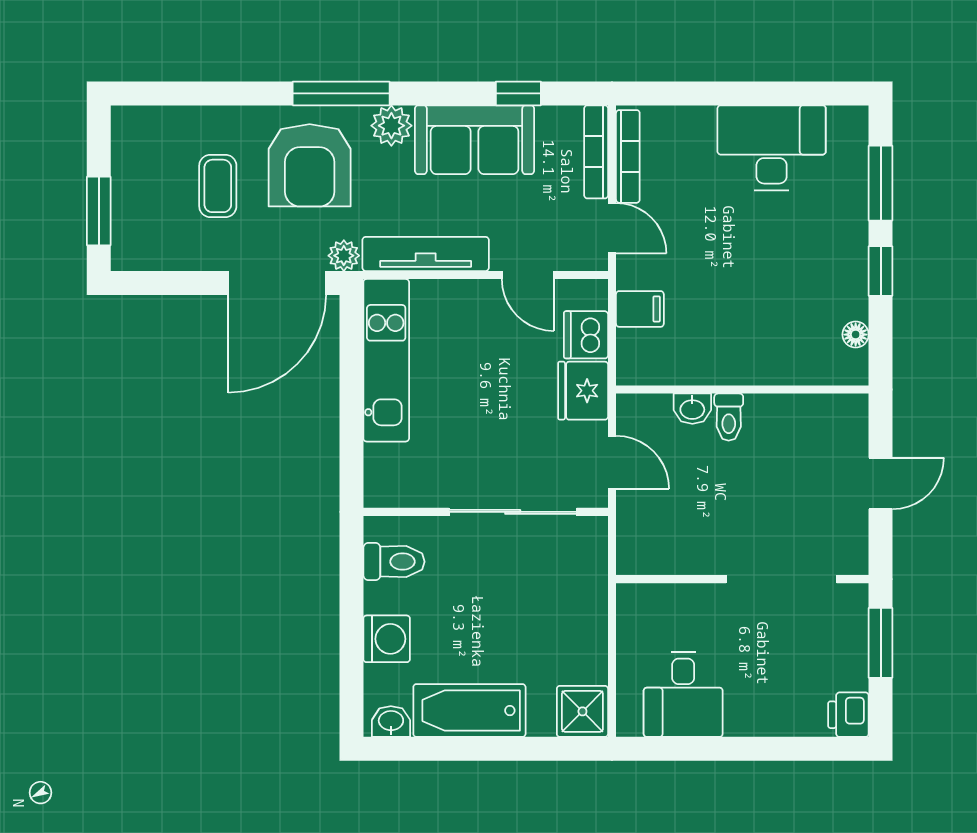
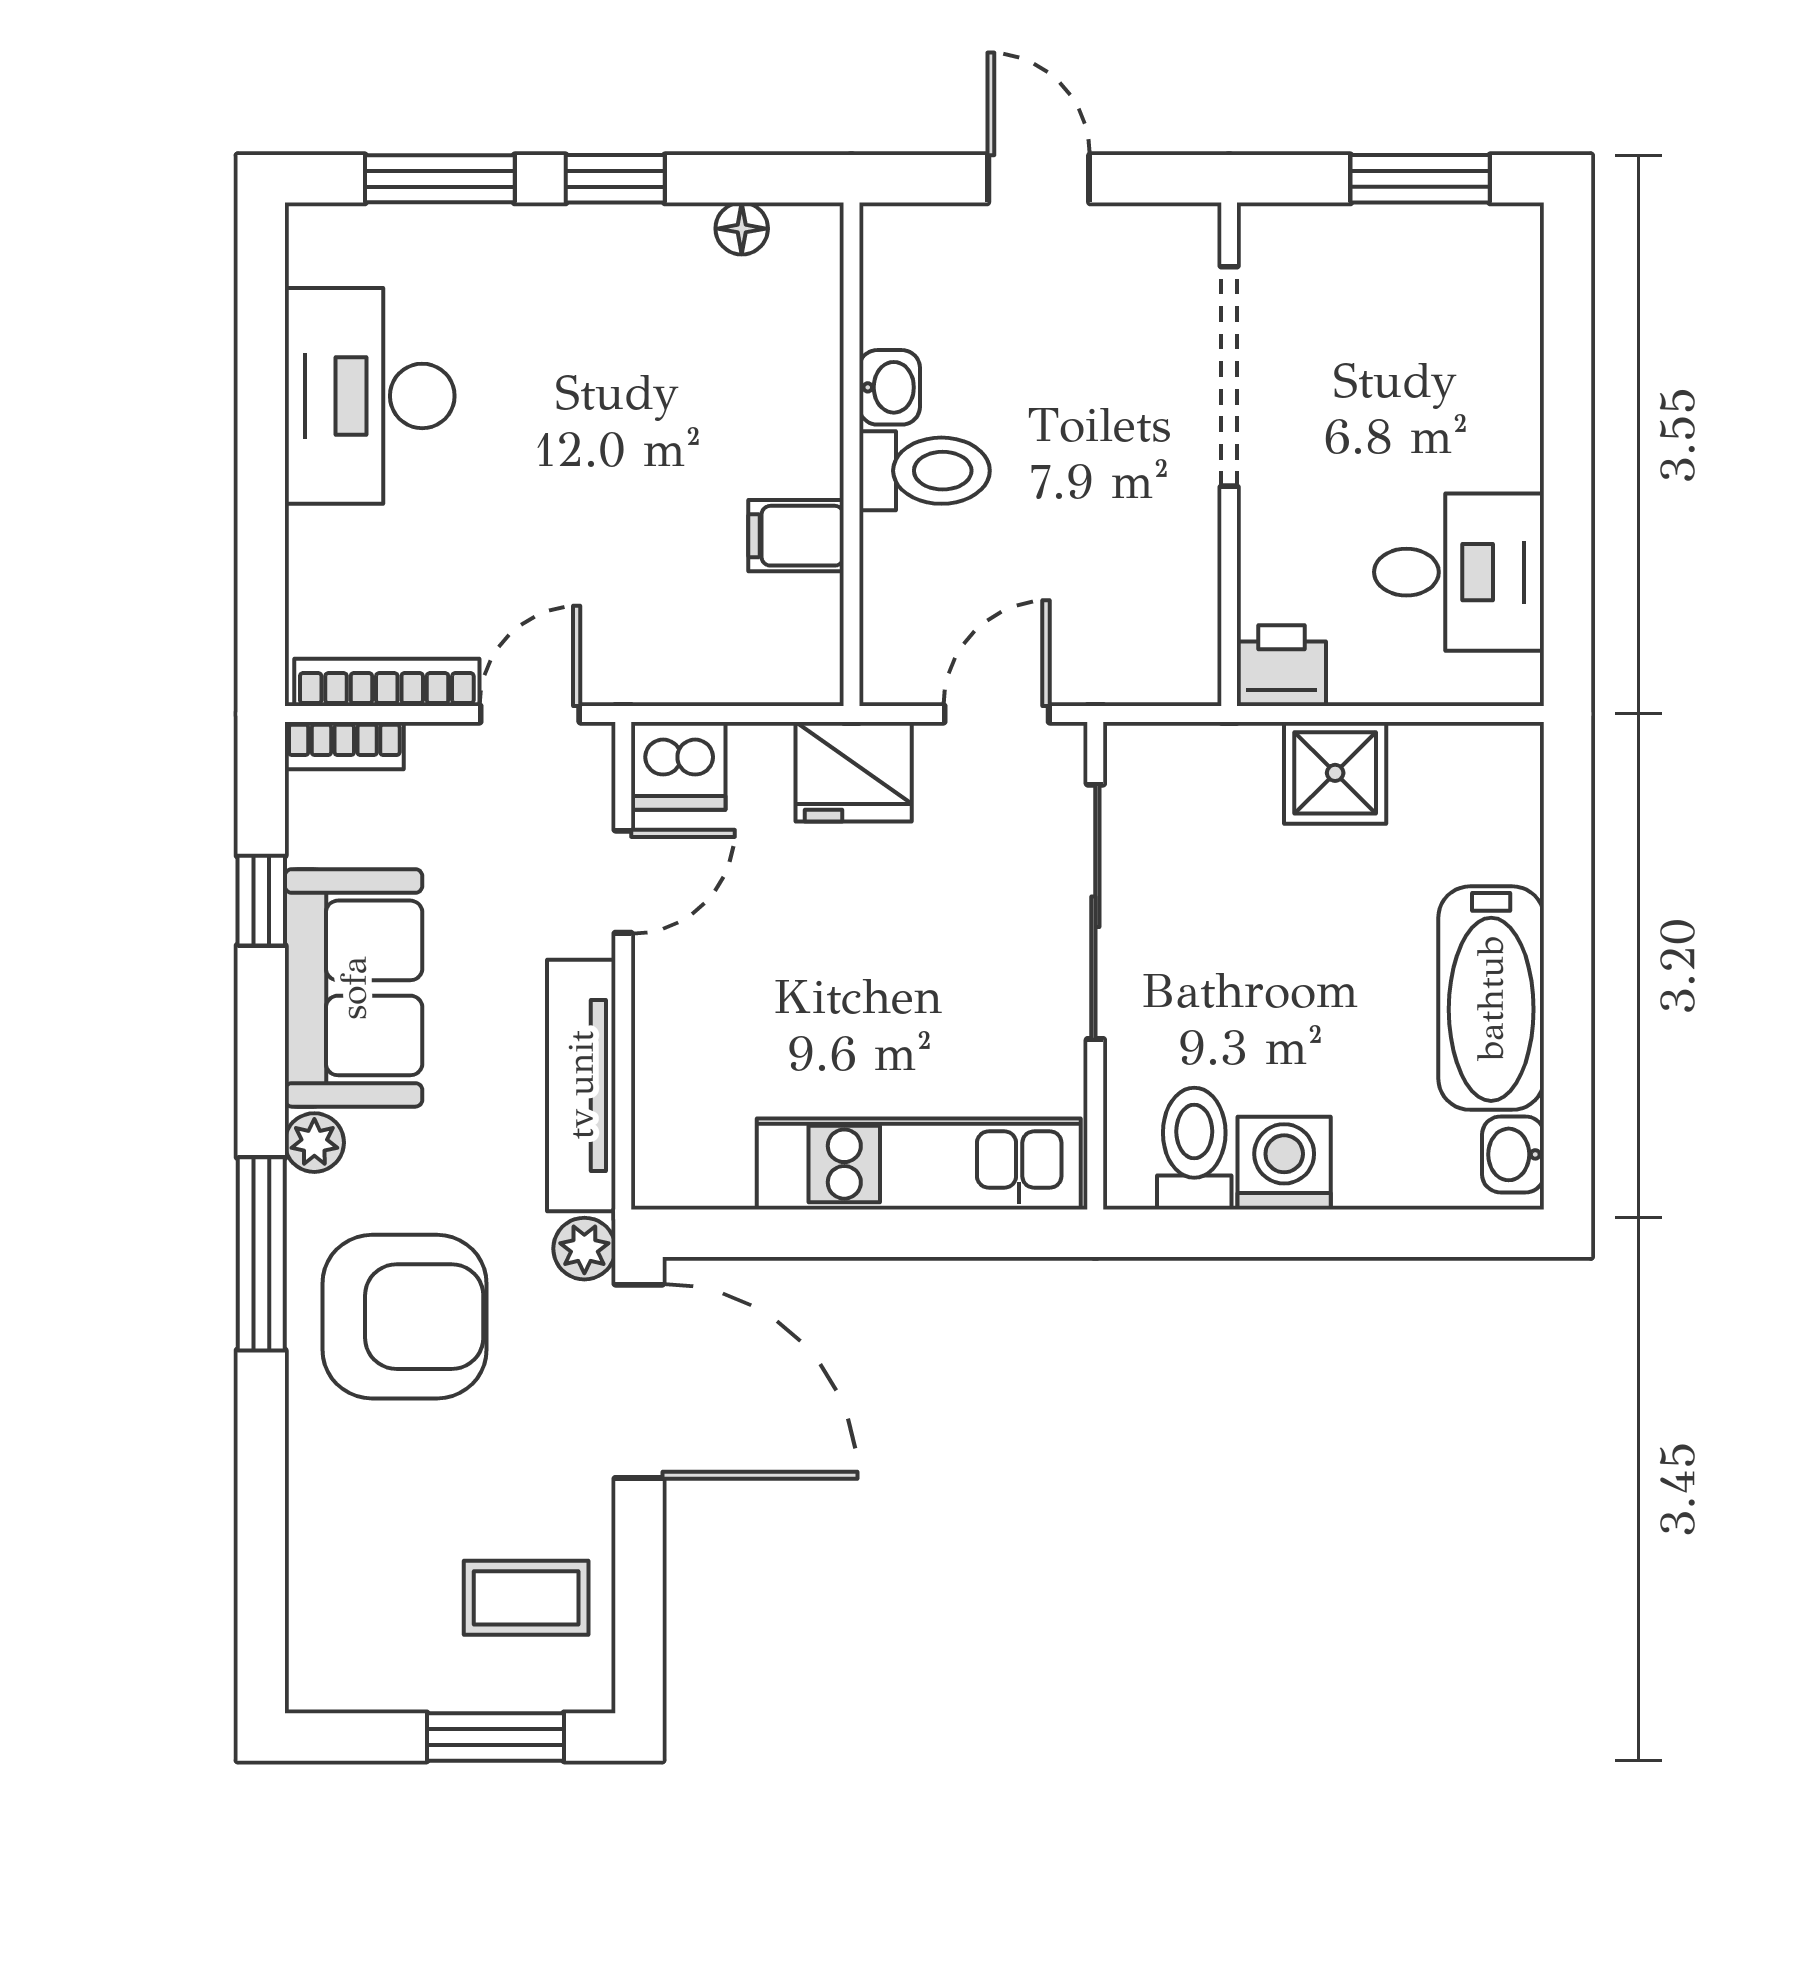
plant: (391, 126) -> (314, 1143), width x0.73, depth x0.73
bookcase: (596, 152) -> (344, 746), width x0.64
coffee table: (218, 186) -> (526, 1598), moved
filing cabinet: (640, 309) -> (796, 536), moved, turned -90
dishwasher: (586, 335) -> (678, 766), moved
kitchen unit: (386, 360) -> (919, 1164), moved
washbasin: (692, 409) -> (890, 387), moved
toilet: (729, 417) -> (924, 471), width x1.37, depth x1.39
washing machine: (387, 639) -> (1284, 1163), moved
window: (881, 643) -> (1420, 179), moved
shower: (582, 711) -> (1335, 773), moved
printer: (848, 715) -> (1281, 666), moved, turned 180

